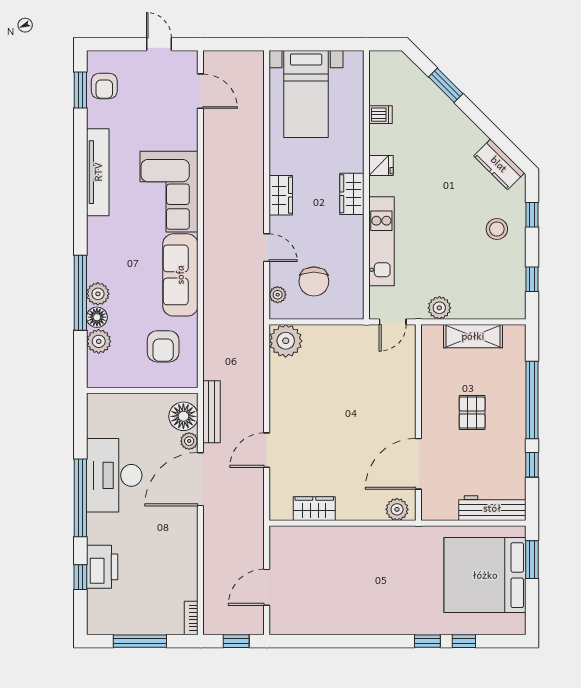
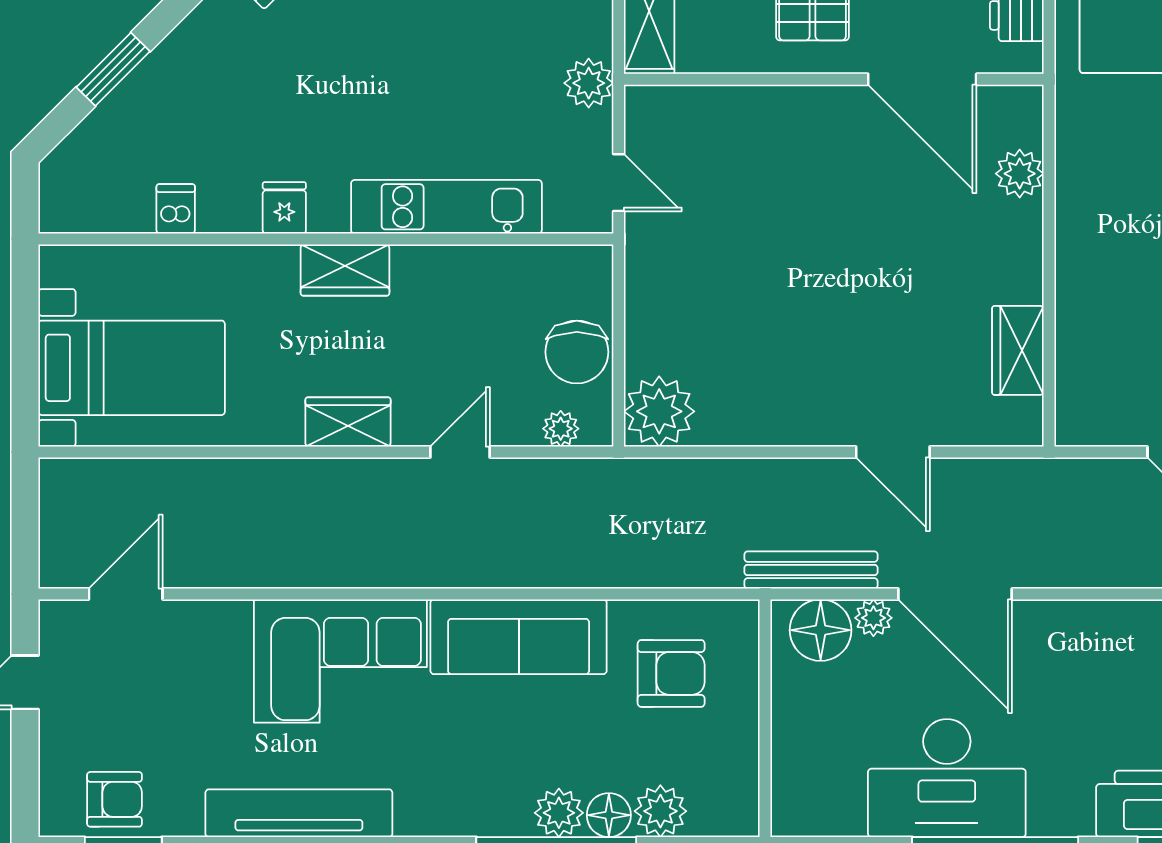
chair: (314, 281) -> (577, 352), moved, turned 90
wall: (418, 422) -> (834, 79), moved
door: (418, 464) -> (922, 79), moved

